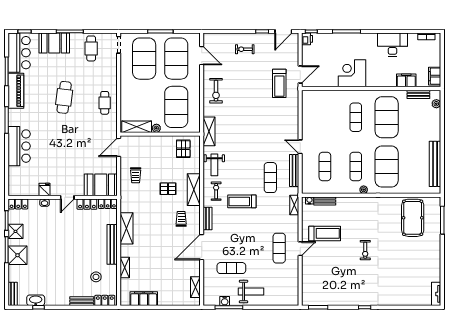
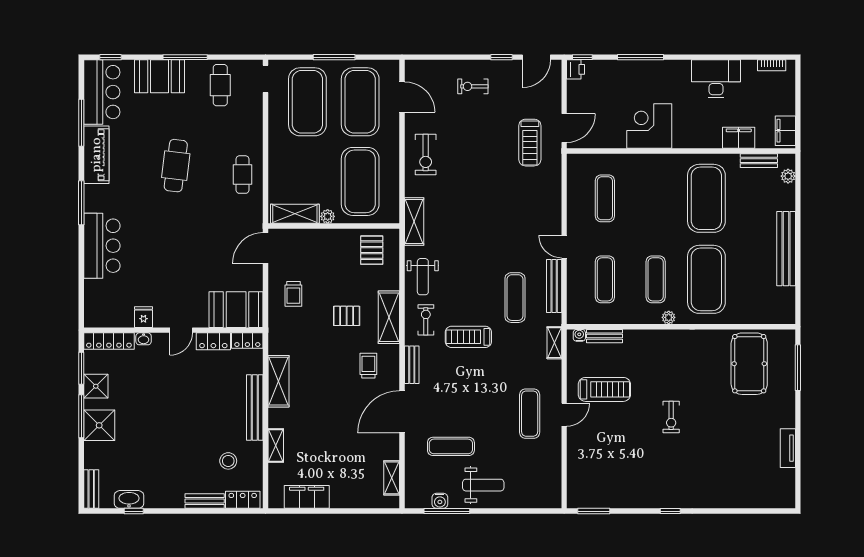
exercise mat: (356, 117) -> (605, 198), moved
bench: (435, 164) -> (786, 249), moved
locker: (18, 204) -> (109, 341), width x1.53
tv unit: (436, 294) -> (788, 448), moved

